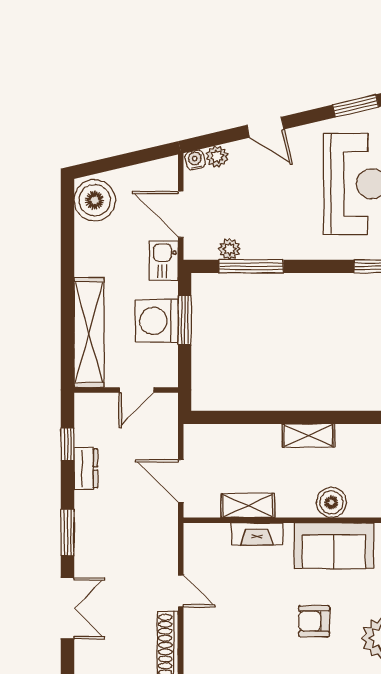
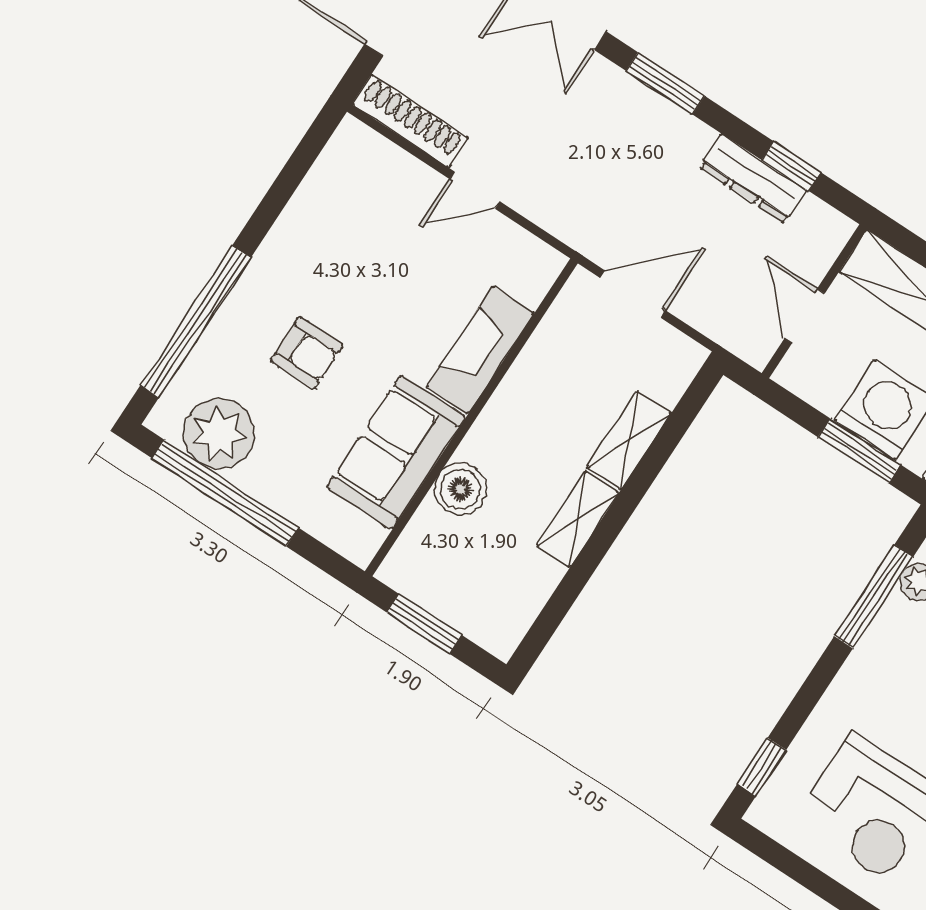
dresser: (86, 468) -> (753, 179), width x1.44
shelving: (248, 505) -> (629, 440), moved
fireplace: (257, 534) -> (481, 350), width x1.37, depth x1.32
armchair: (314, 621) -> (307, 353), turned 90

